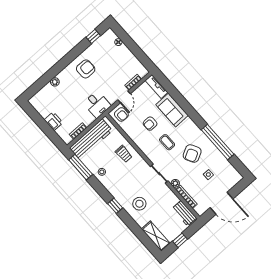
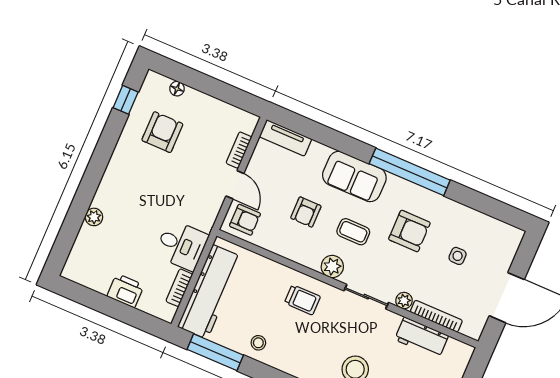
armchair: (86, 69) -> (162, 132), moved
desk: (97, 104) -> (182, 245), moved
sofa: (172, 110) -> (354, 177), moved
window: (218, 142) -> (410, 172), moved
plant: (151, 153) -> (332, 267), added
armchair: (192, 153) -> (409, 231), turned -62
trolley: (124, 154) -> (302, 300), moved
workbench: (184, 213) -> (422, 338), moved

